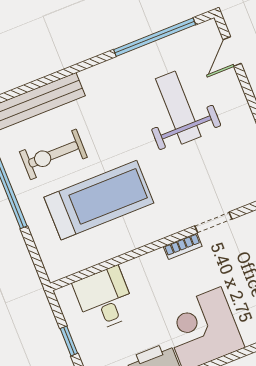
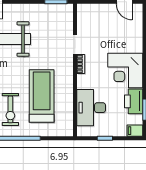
desk: (105, 299) -> (91, 108), width x1.37

